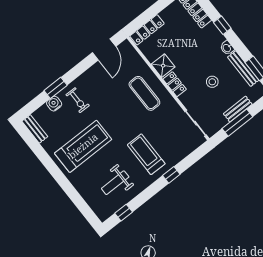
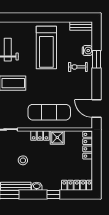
exercise mat: (144, 93) -> (49, 112), width x1.36, depth x1.45

